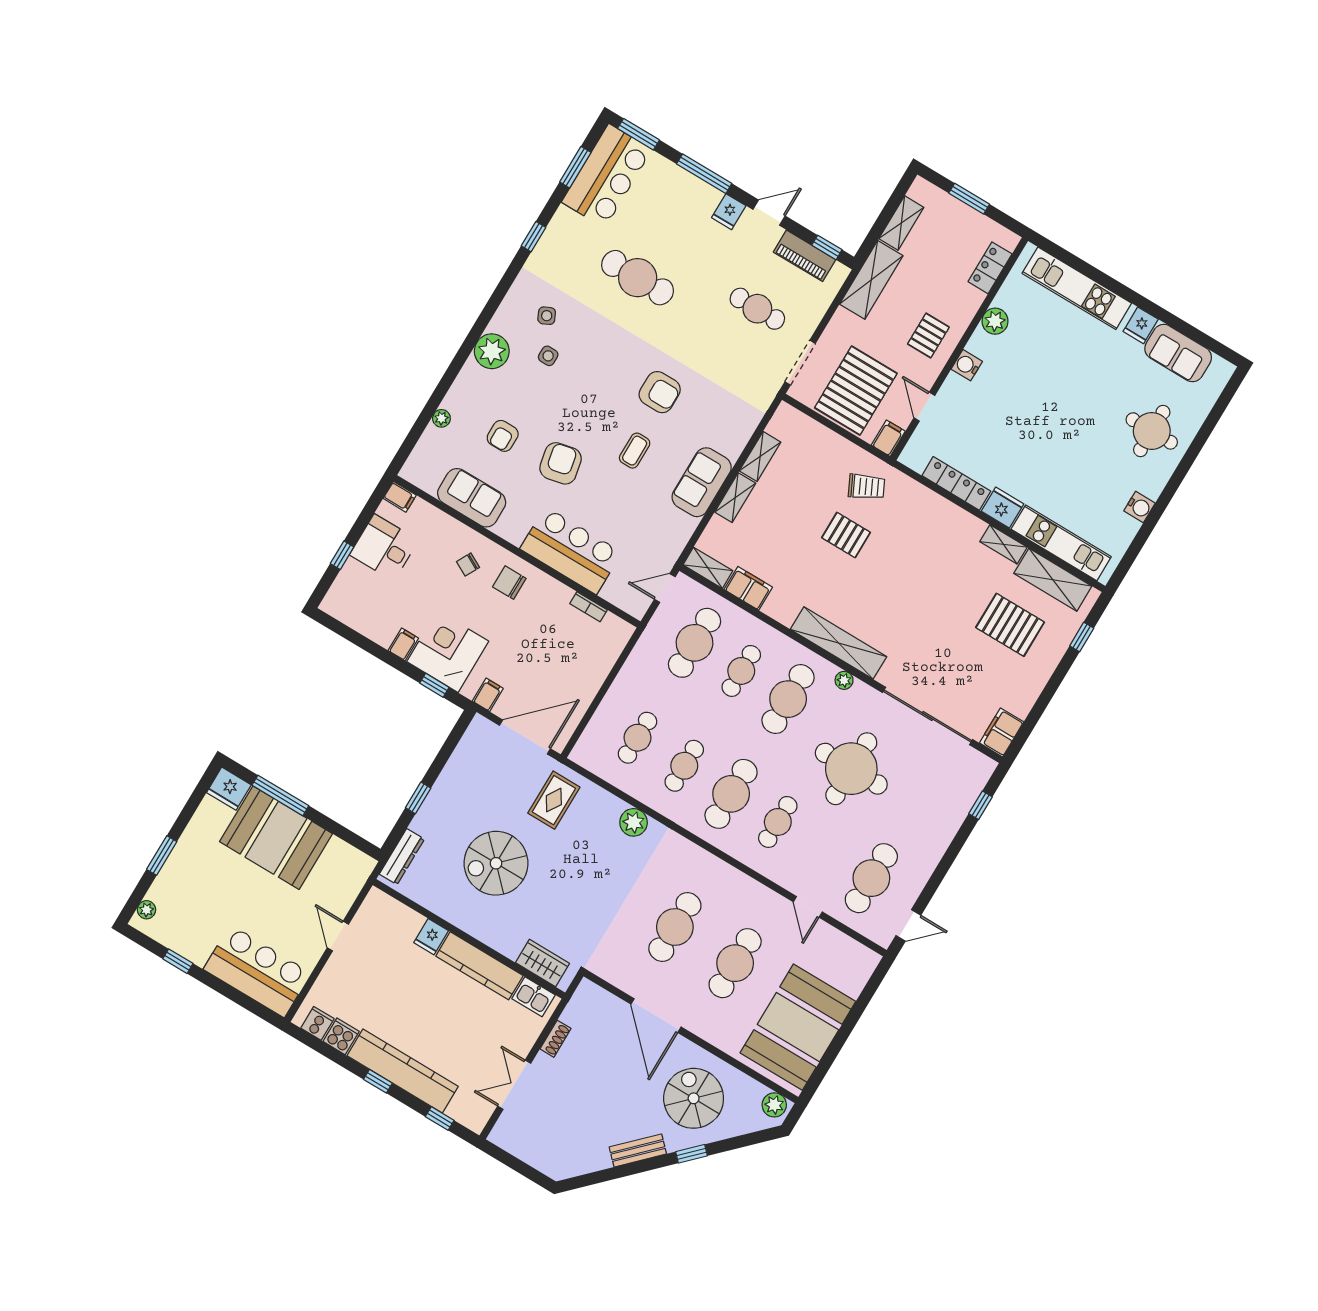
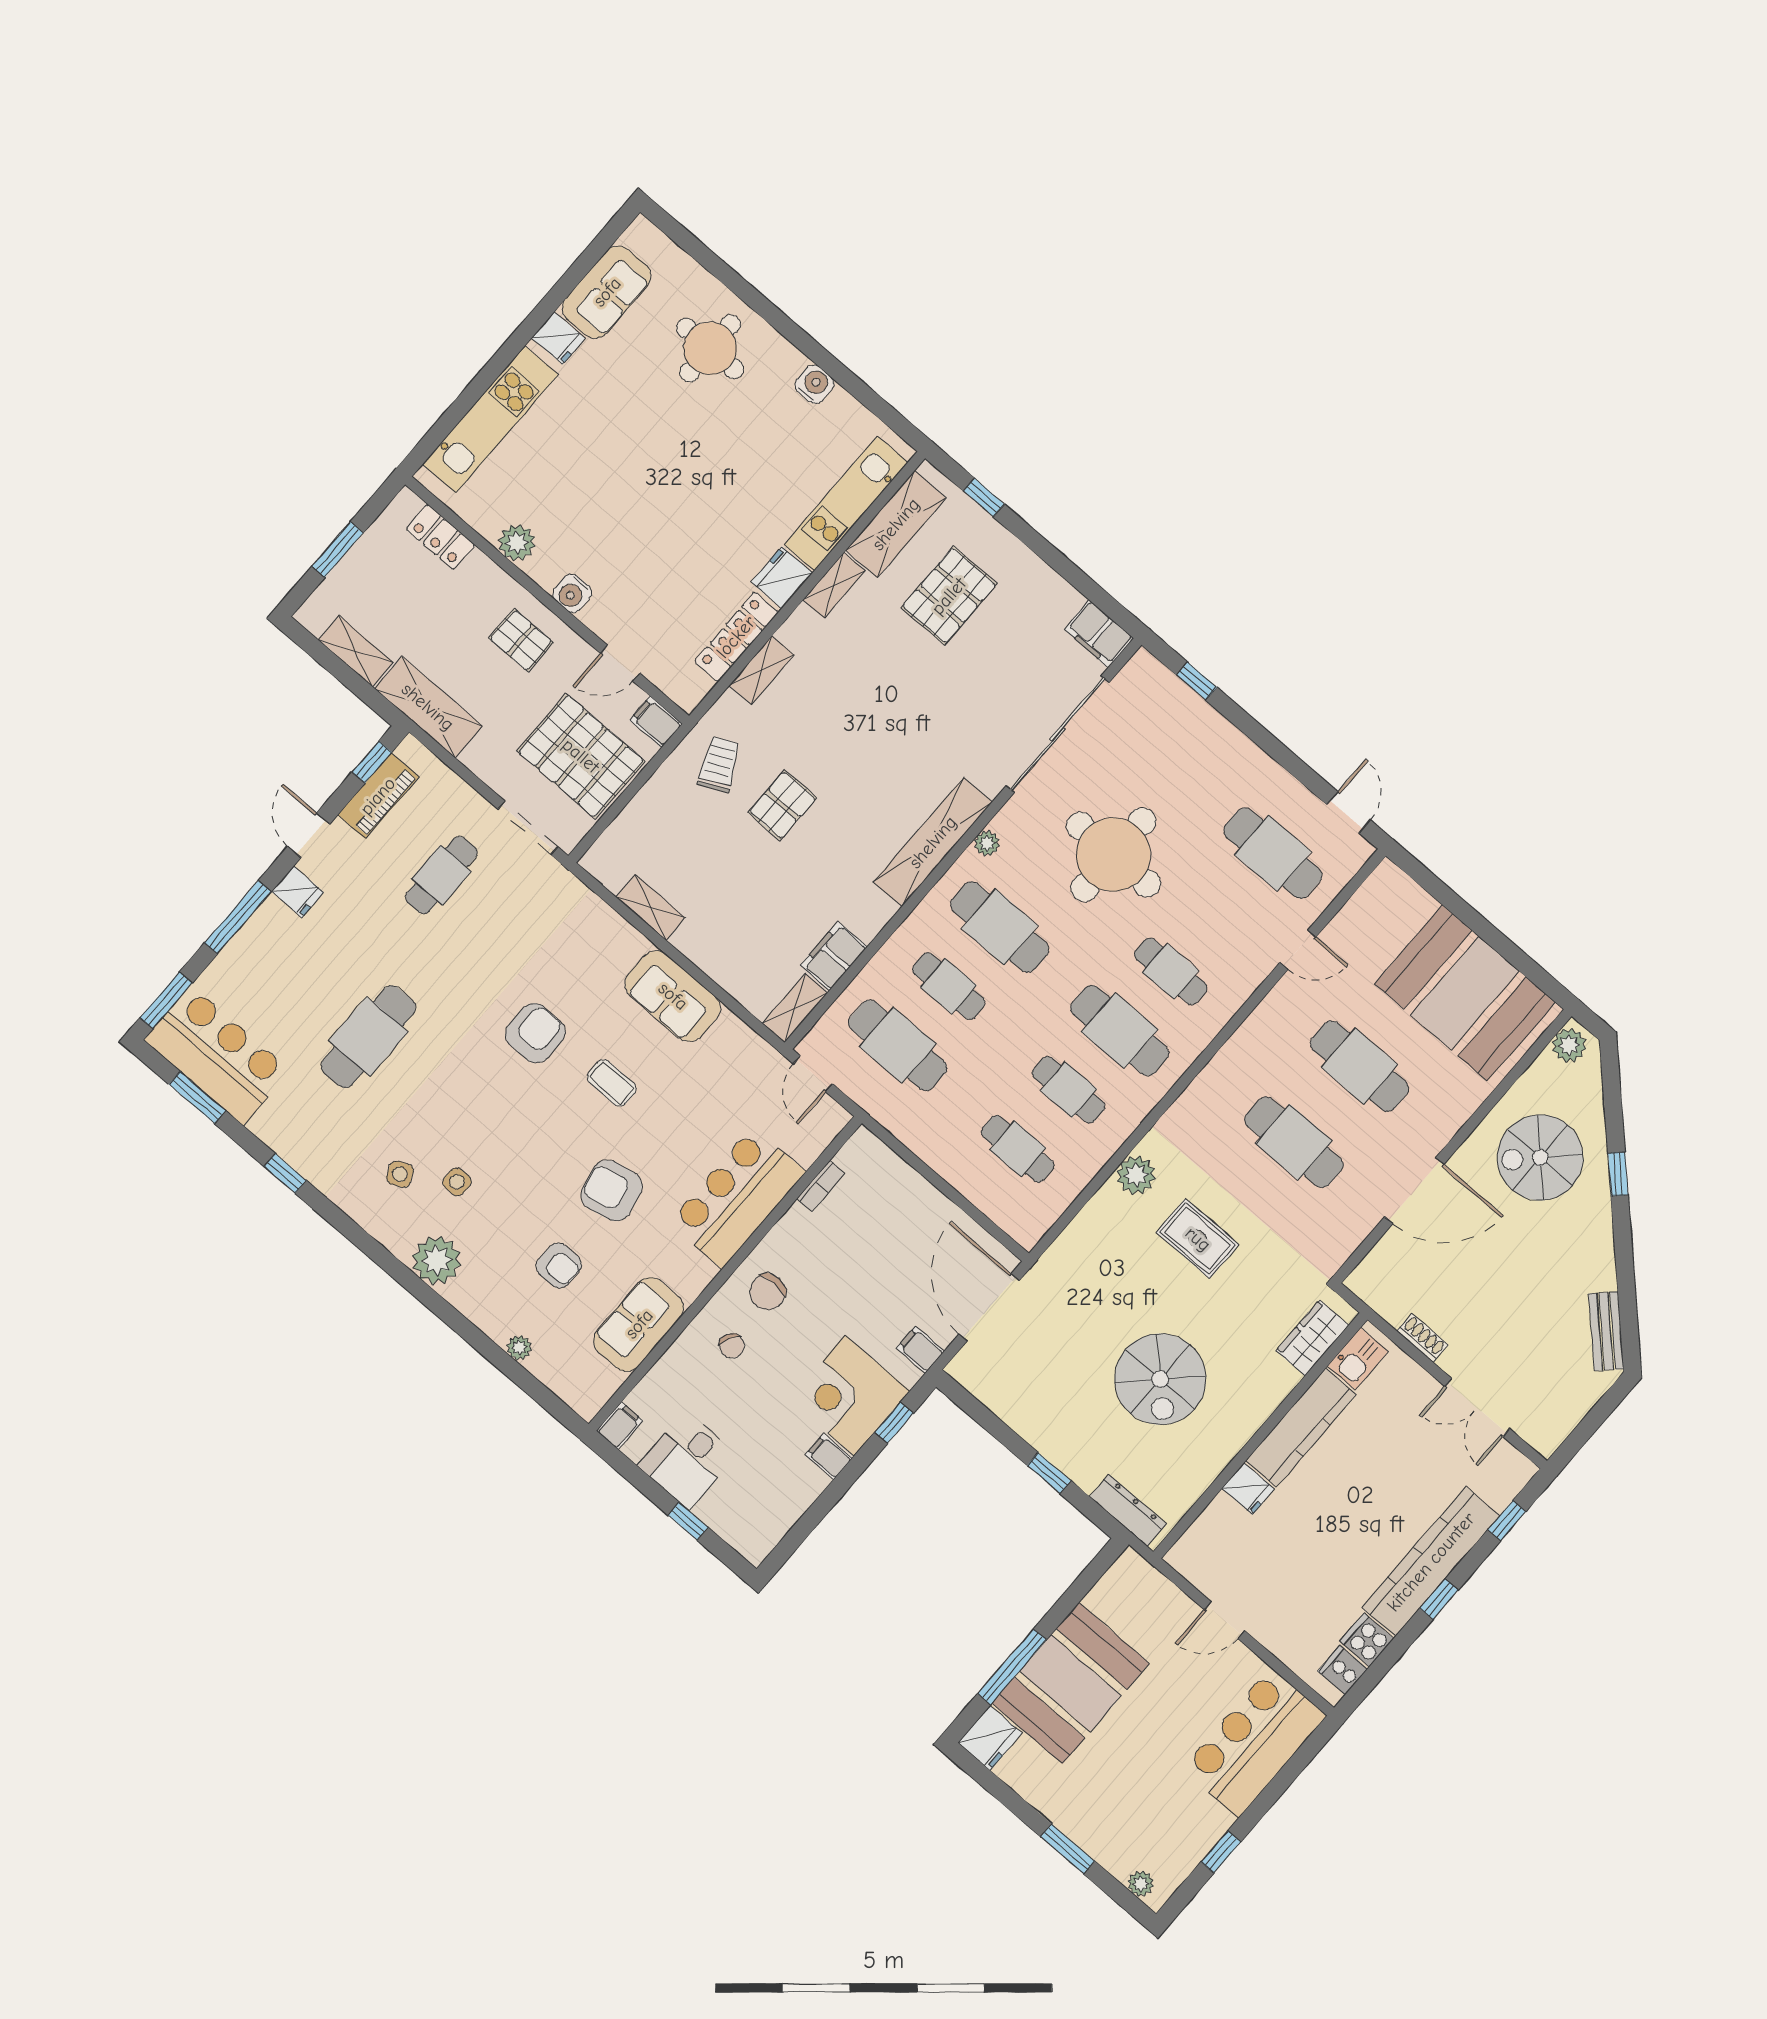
shelving: (735, 498) -> (762, 670), moved, turned 90
rug: (554, 800) -> (1198, 1239), moved
bench: (638, 1150) -> (1606, 1331), moved

